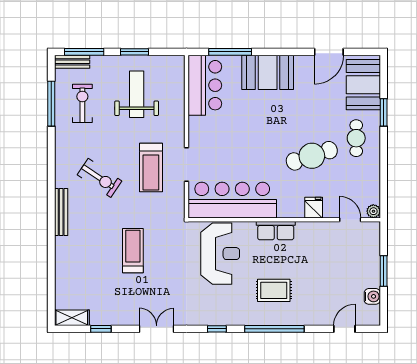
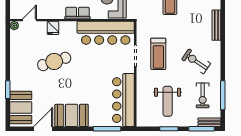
booth: (268, 72) -> (72, 115), moved
bar counter: (205, 85) -> (123, 100), width x1.36
cafe table: (356, 138) -> (25, 73), removed
treadmill: (151, 168) -> (158, 54), turned 180
exercise bike: (99, 178) -> (196, 61), moved
door: (350, 220) -> (29, 20), swing flipped

